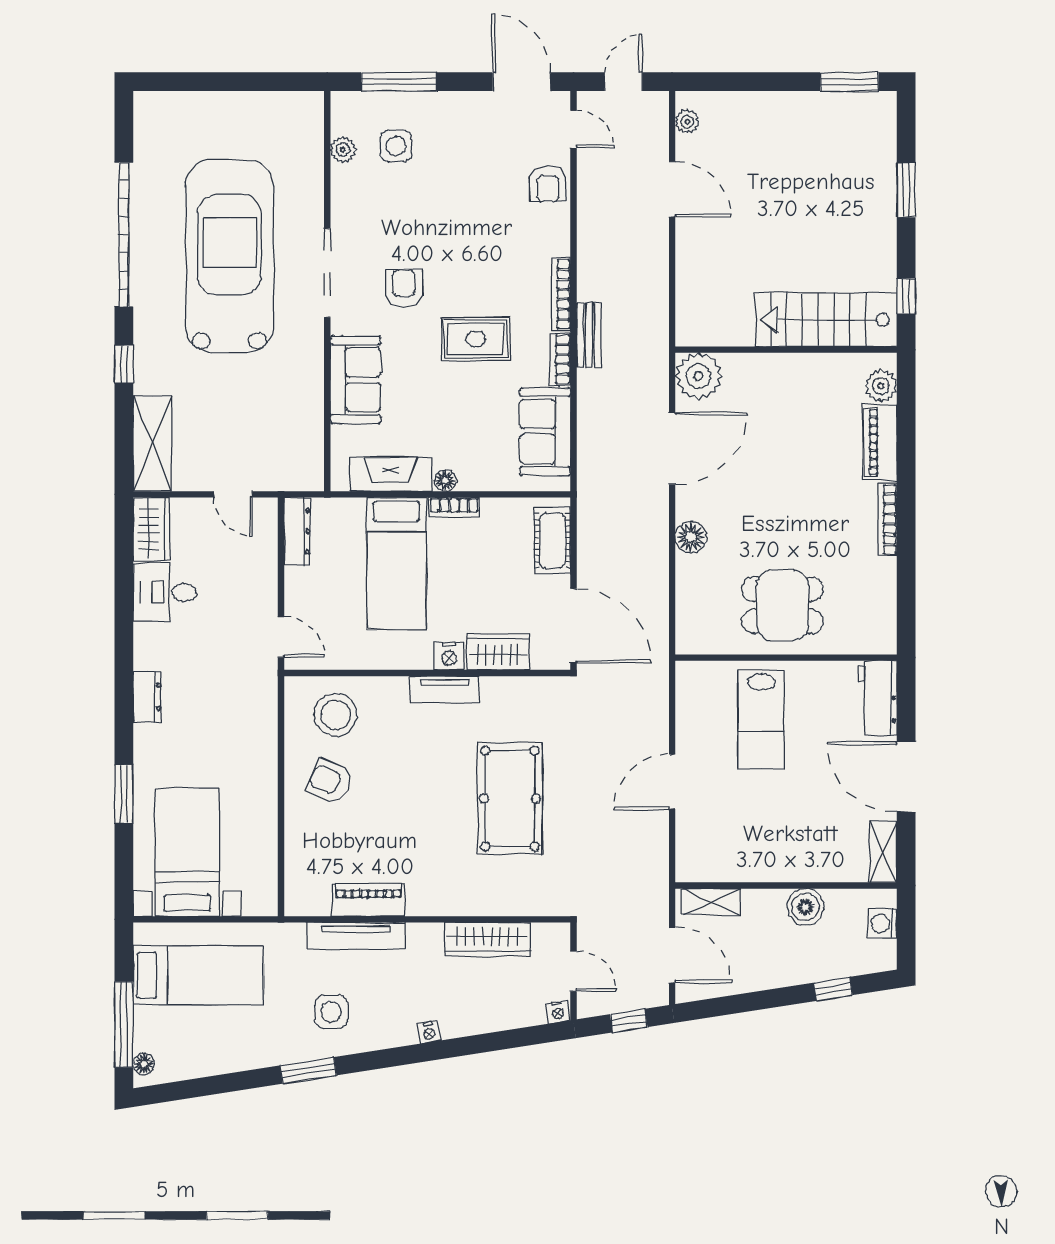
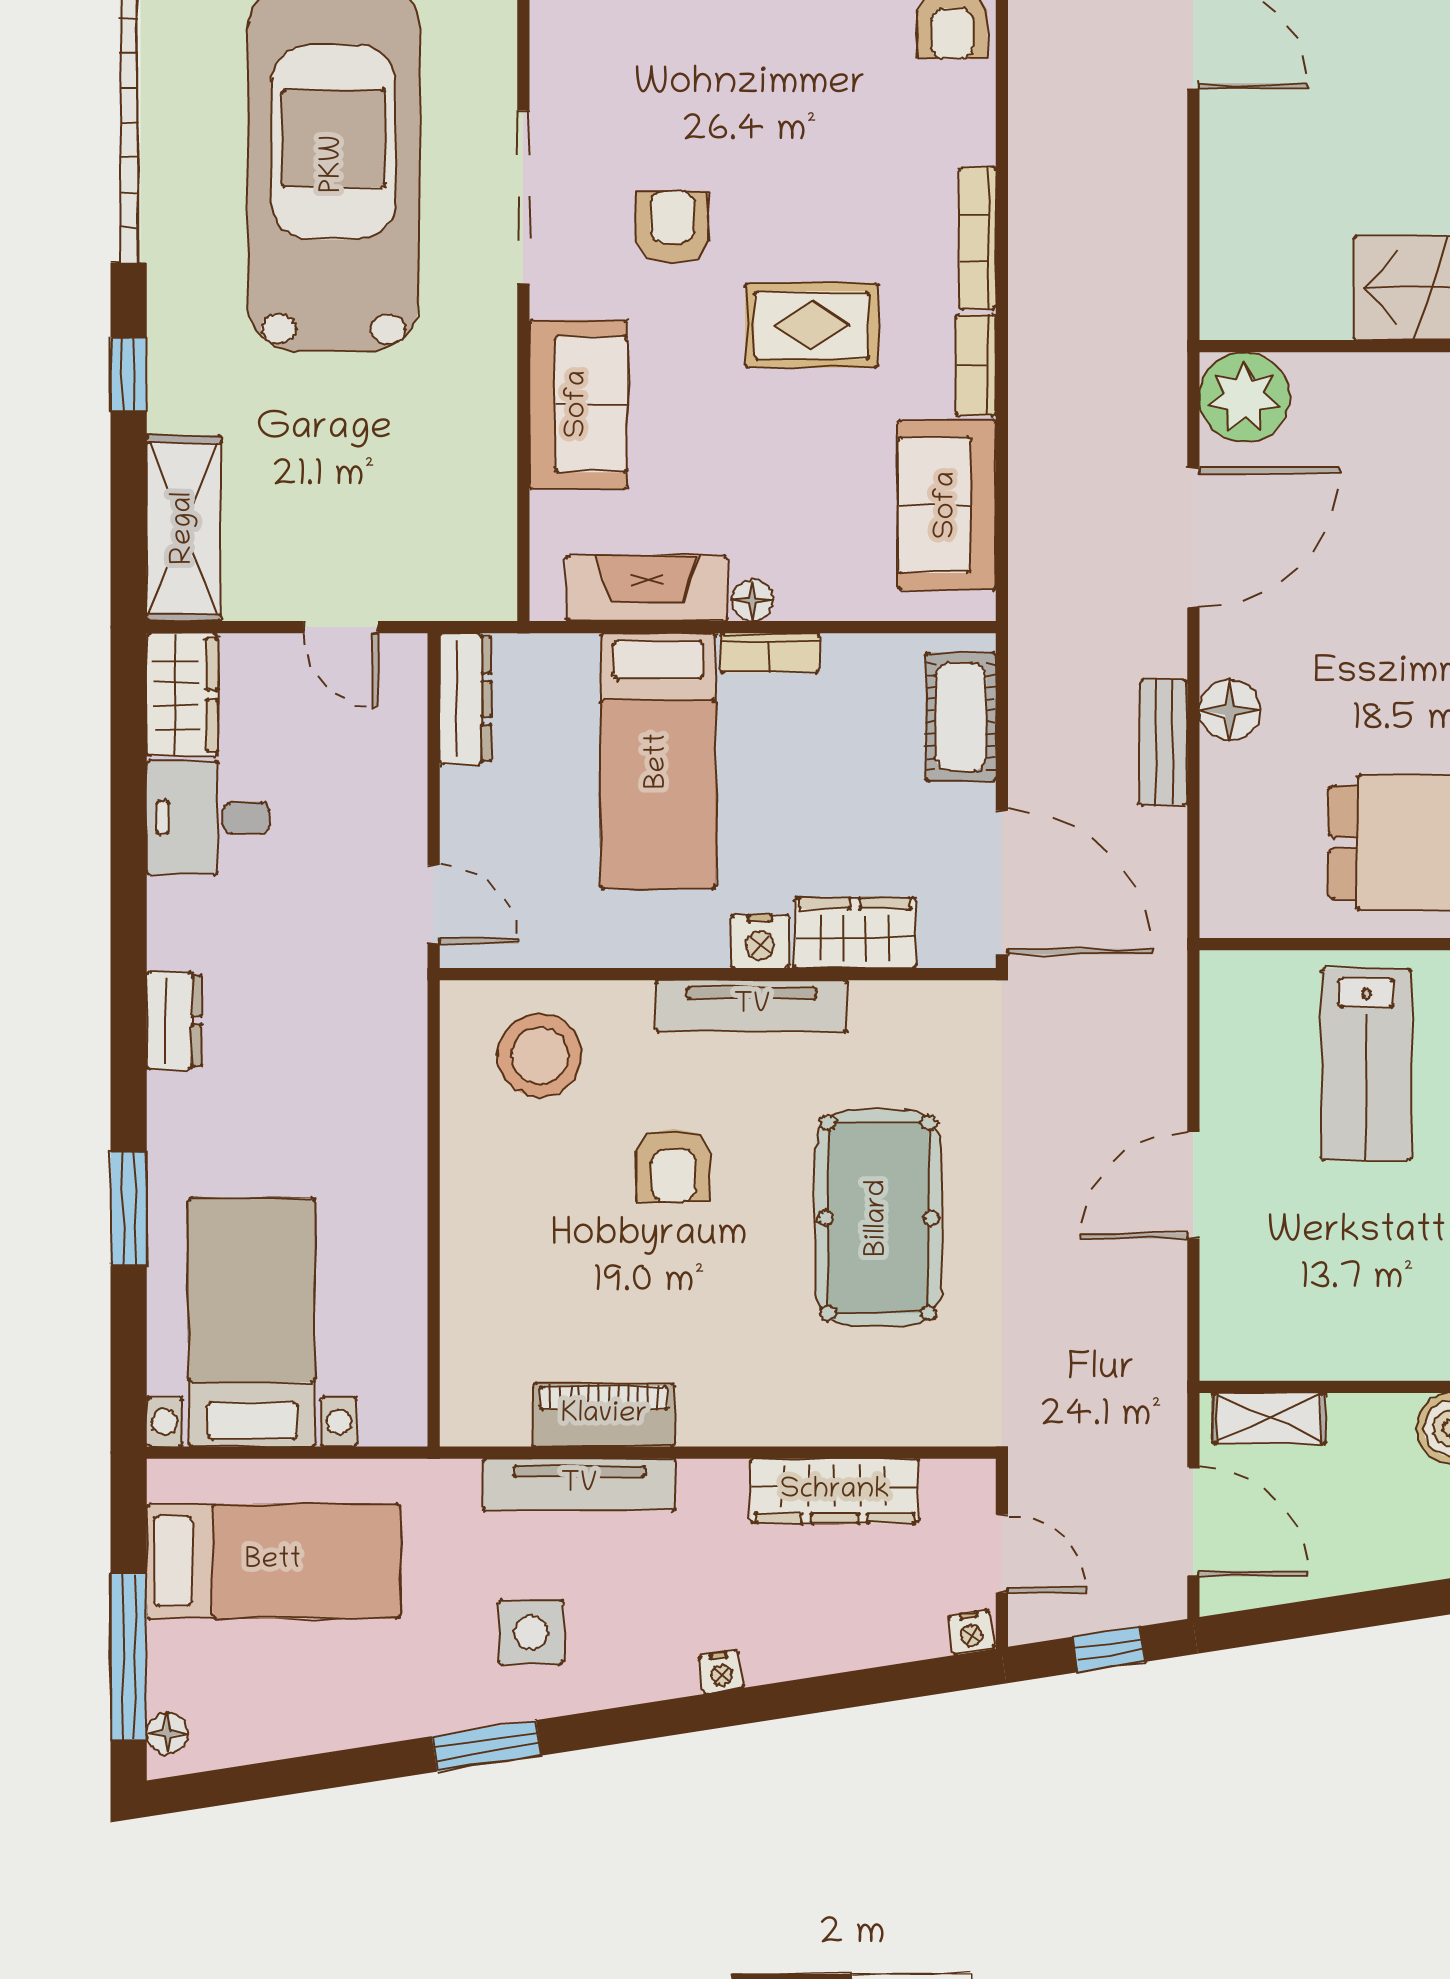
bench: (589, 335) -> (1163, 742), moved
tv unit: (445, 689) -> (752, 1006), width x1.41
armchair: (330, 782) -> (674, 1165), moved, turned -113

